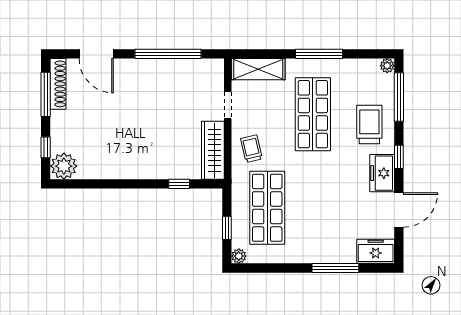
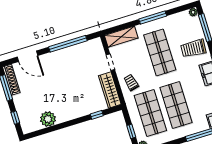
trolley: (369, 125) -> (193, 48), turned -86
plant: (64, 166) -> (48, 119), moved
shop shelf: (313, 208) -> (176, 105), added

